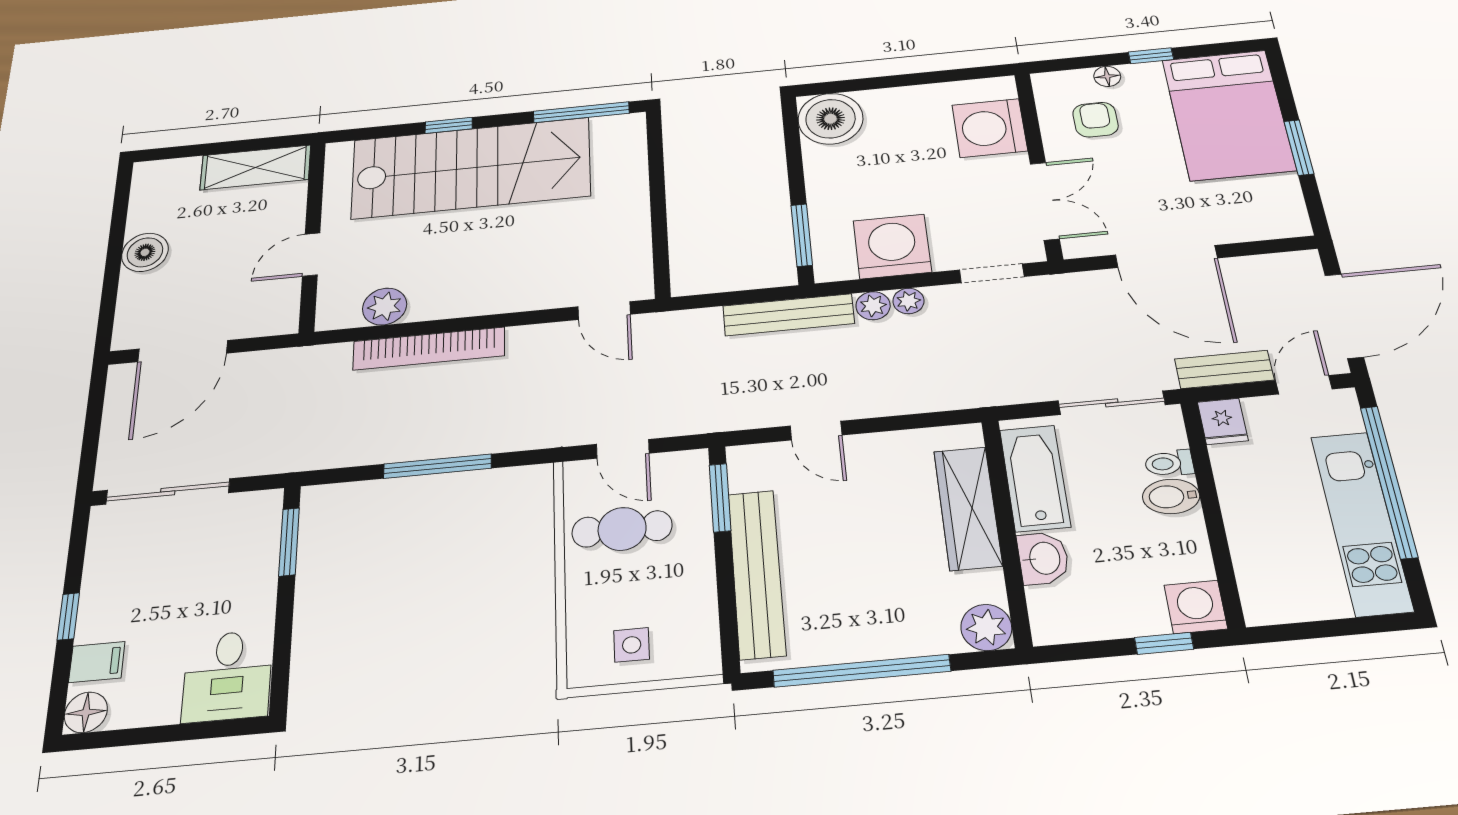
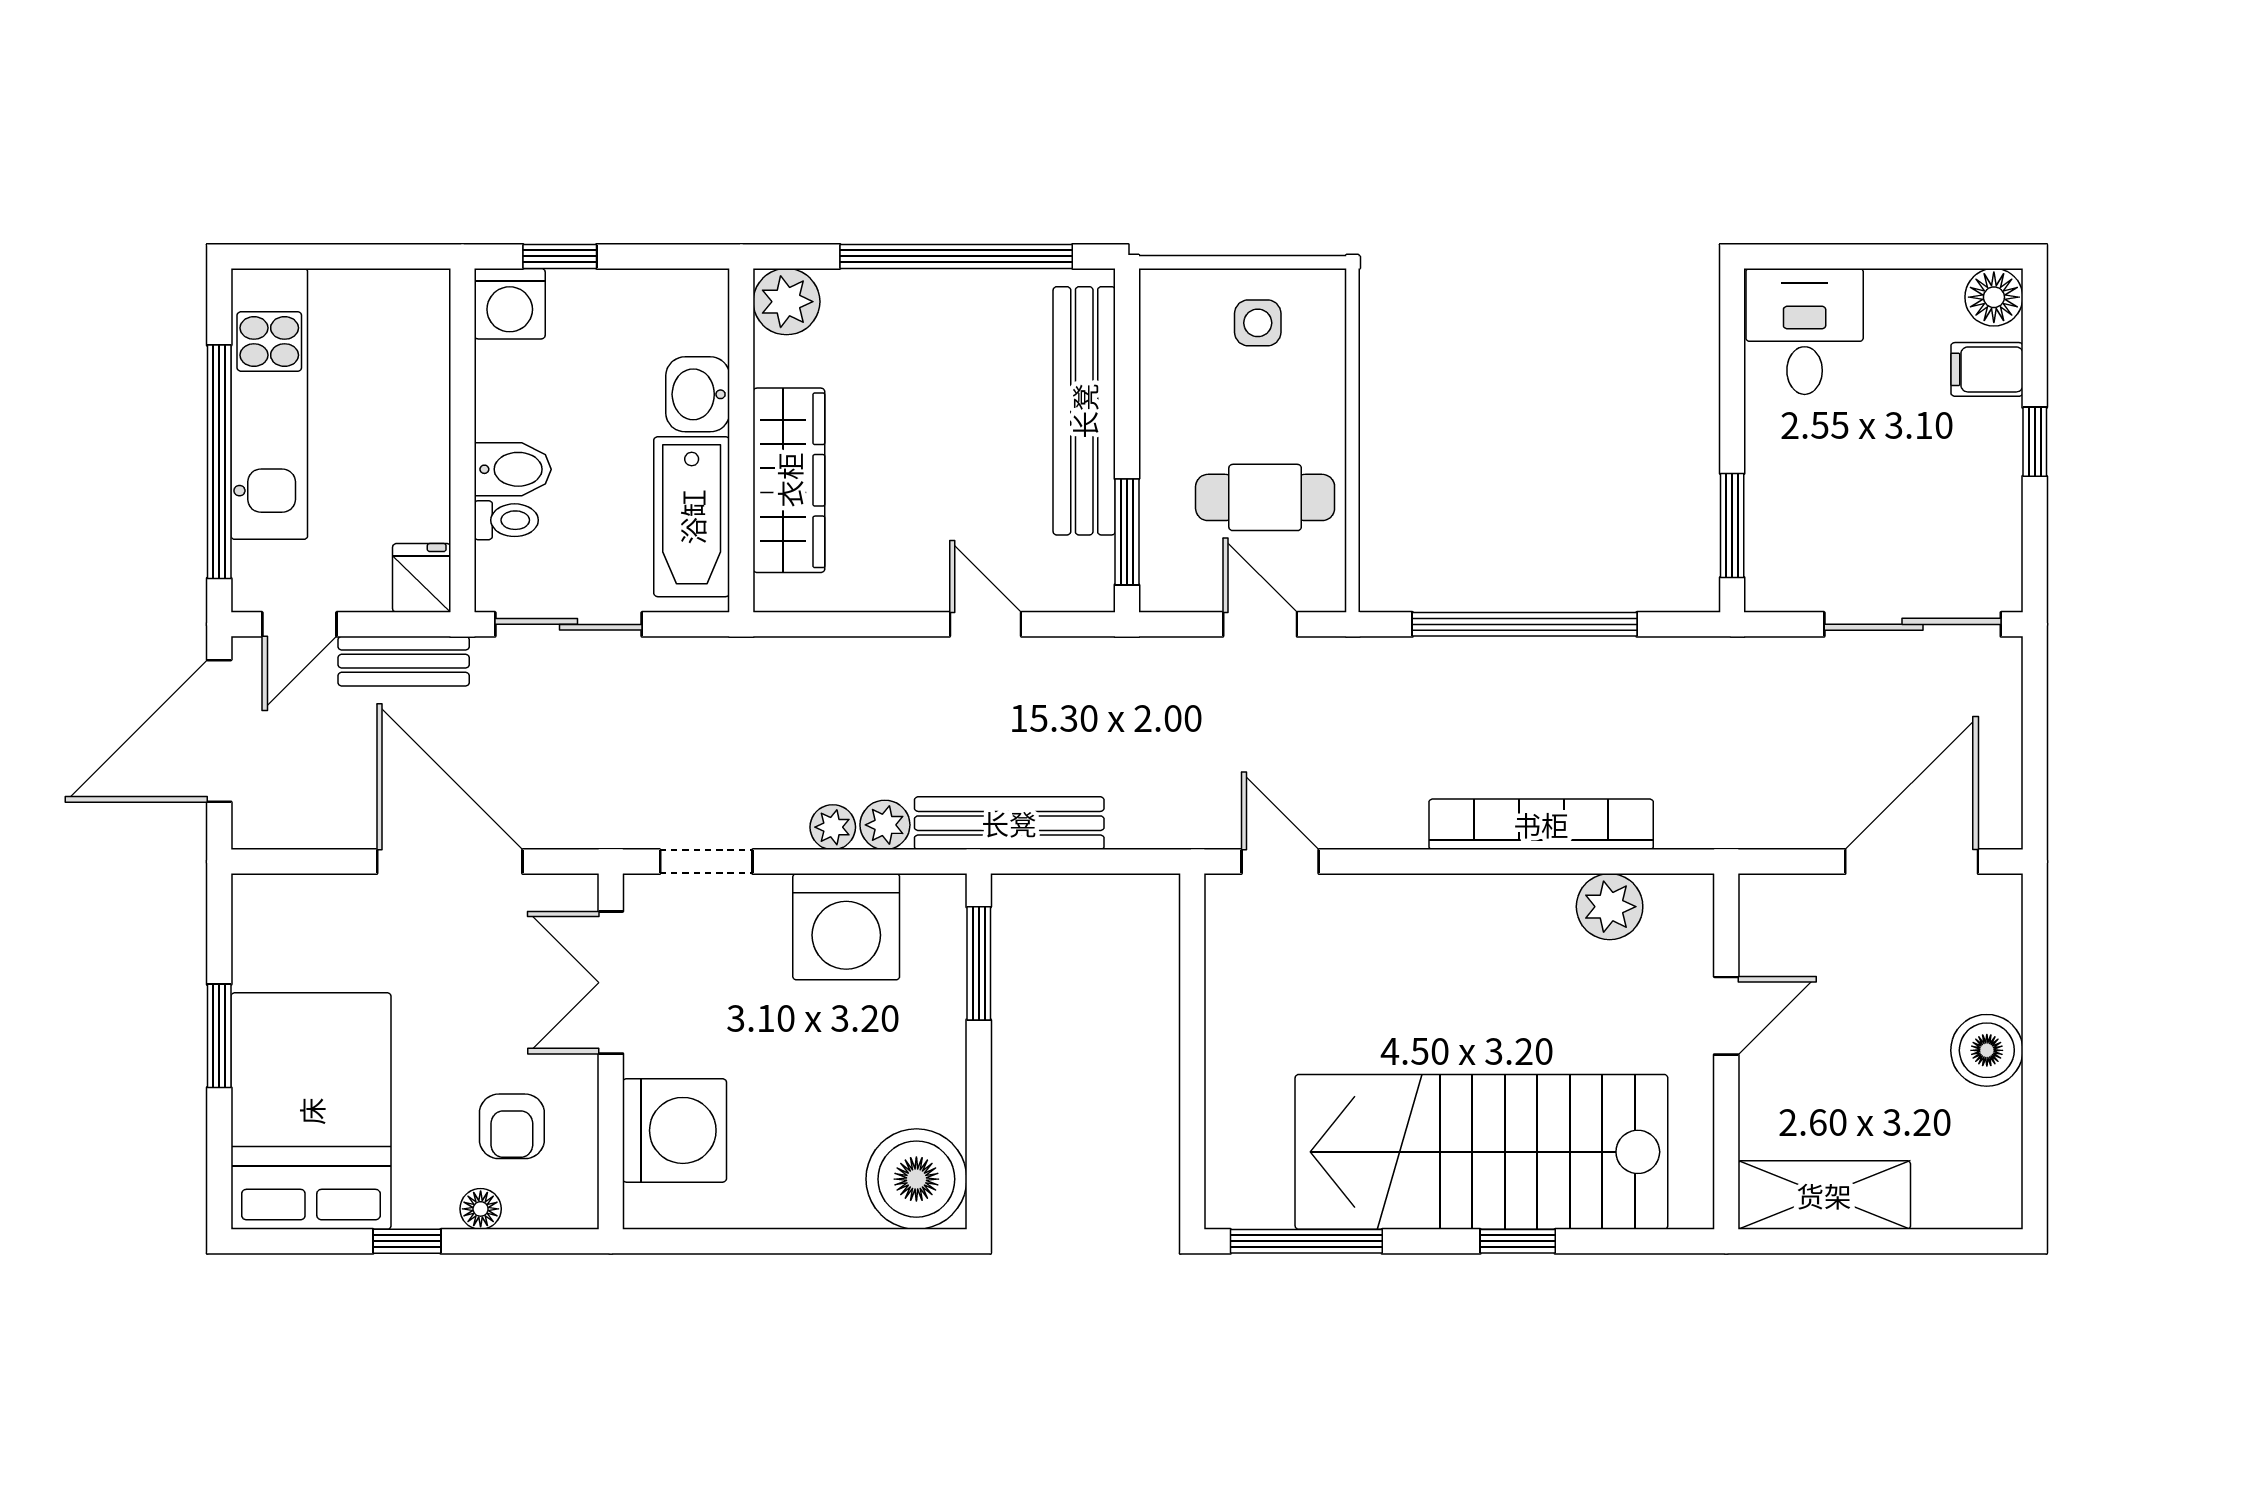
window: (438, 466) -> (1525, 624), width x1.46

